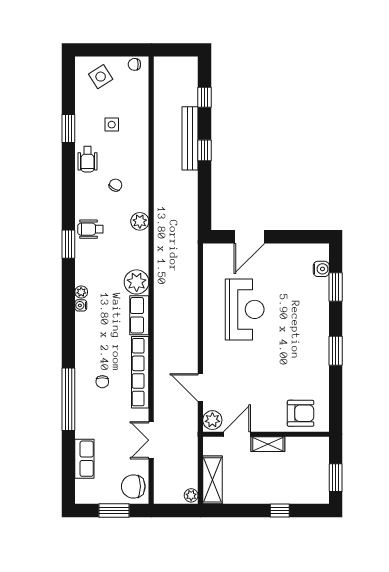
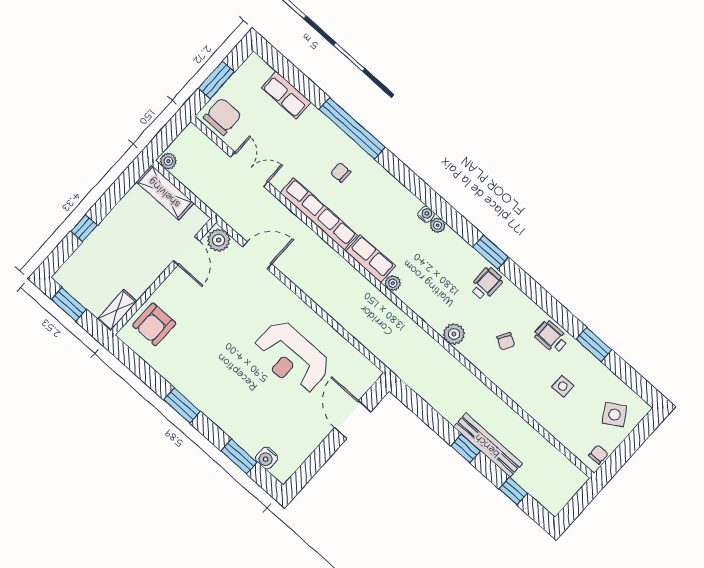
plant: (137, 282) -> (393, 283), width x0.53, depth x0.53
shelving: (268, 444) -> (117, 310), moved

